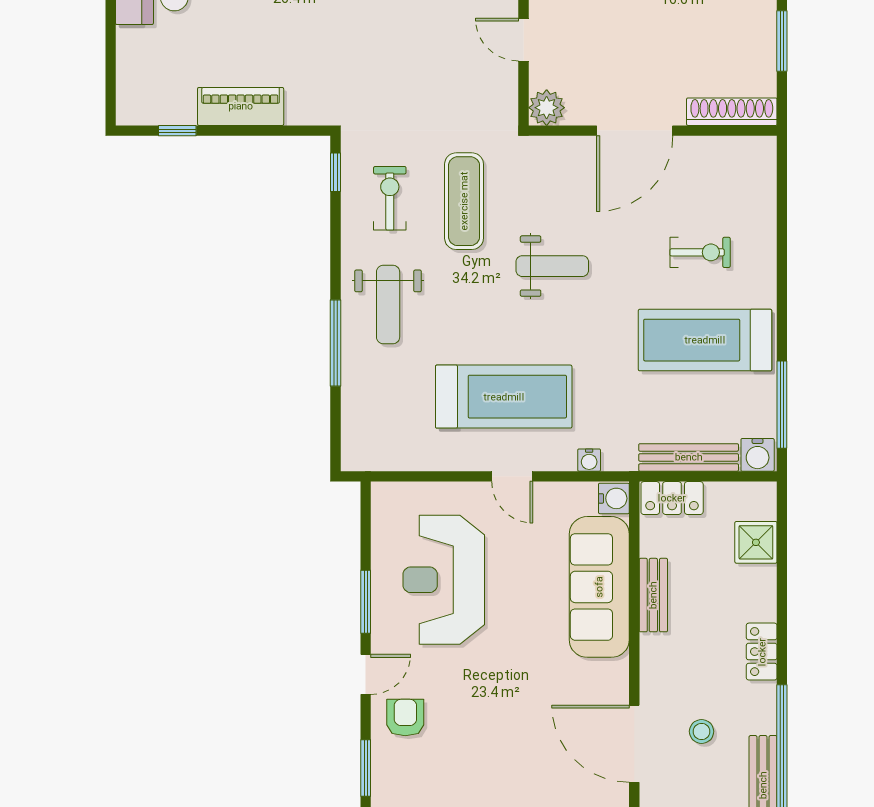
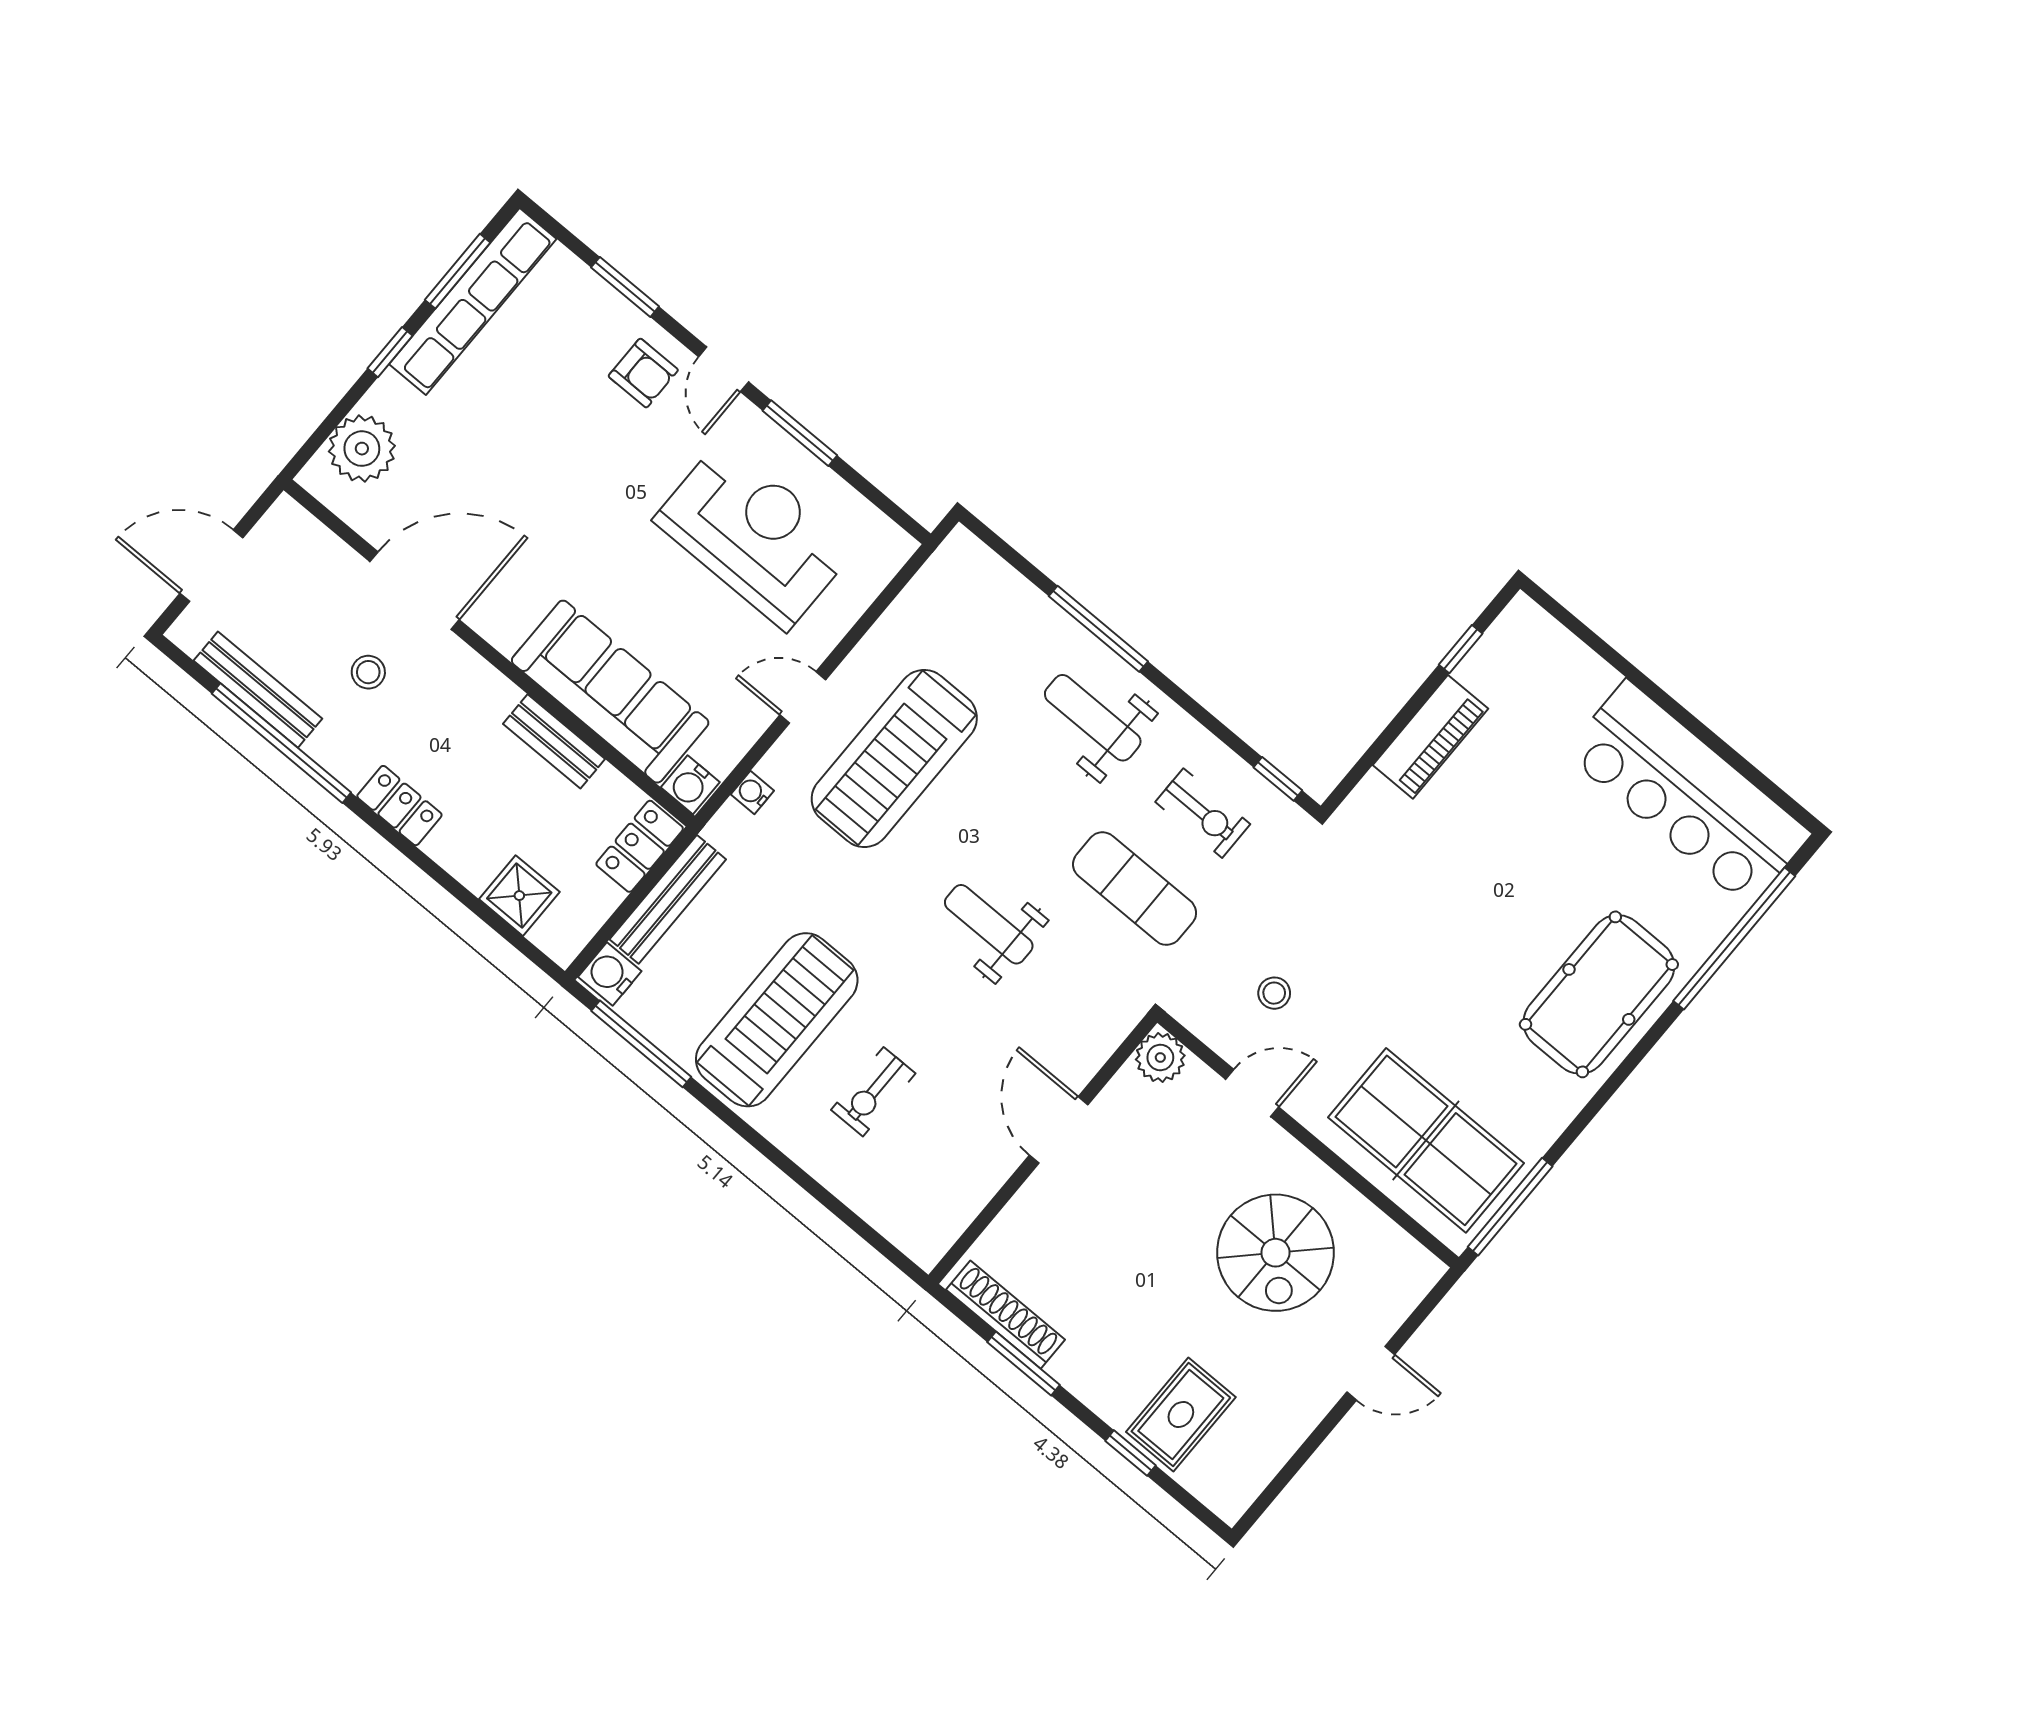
stool: (457, 74) -> (1274, 993), added
shoe rack: (732, 112) -> (1006, 1315), moved, turned -90
door: (635, 131) -> (1059, 1130), width x0.73
weight bench: (552, 266) -> (989, 924), turned 90

